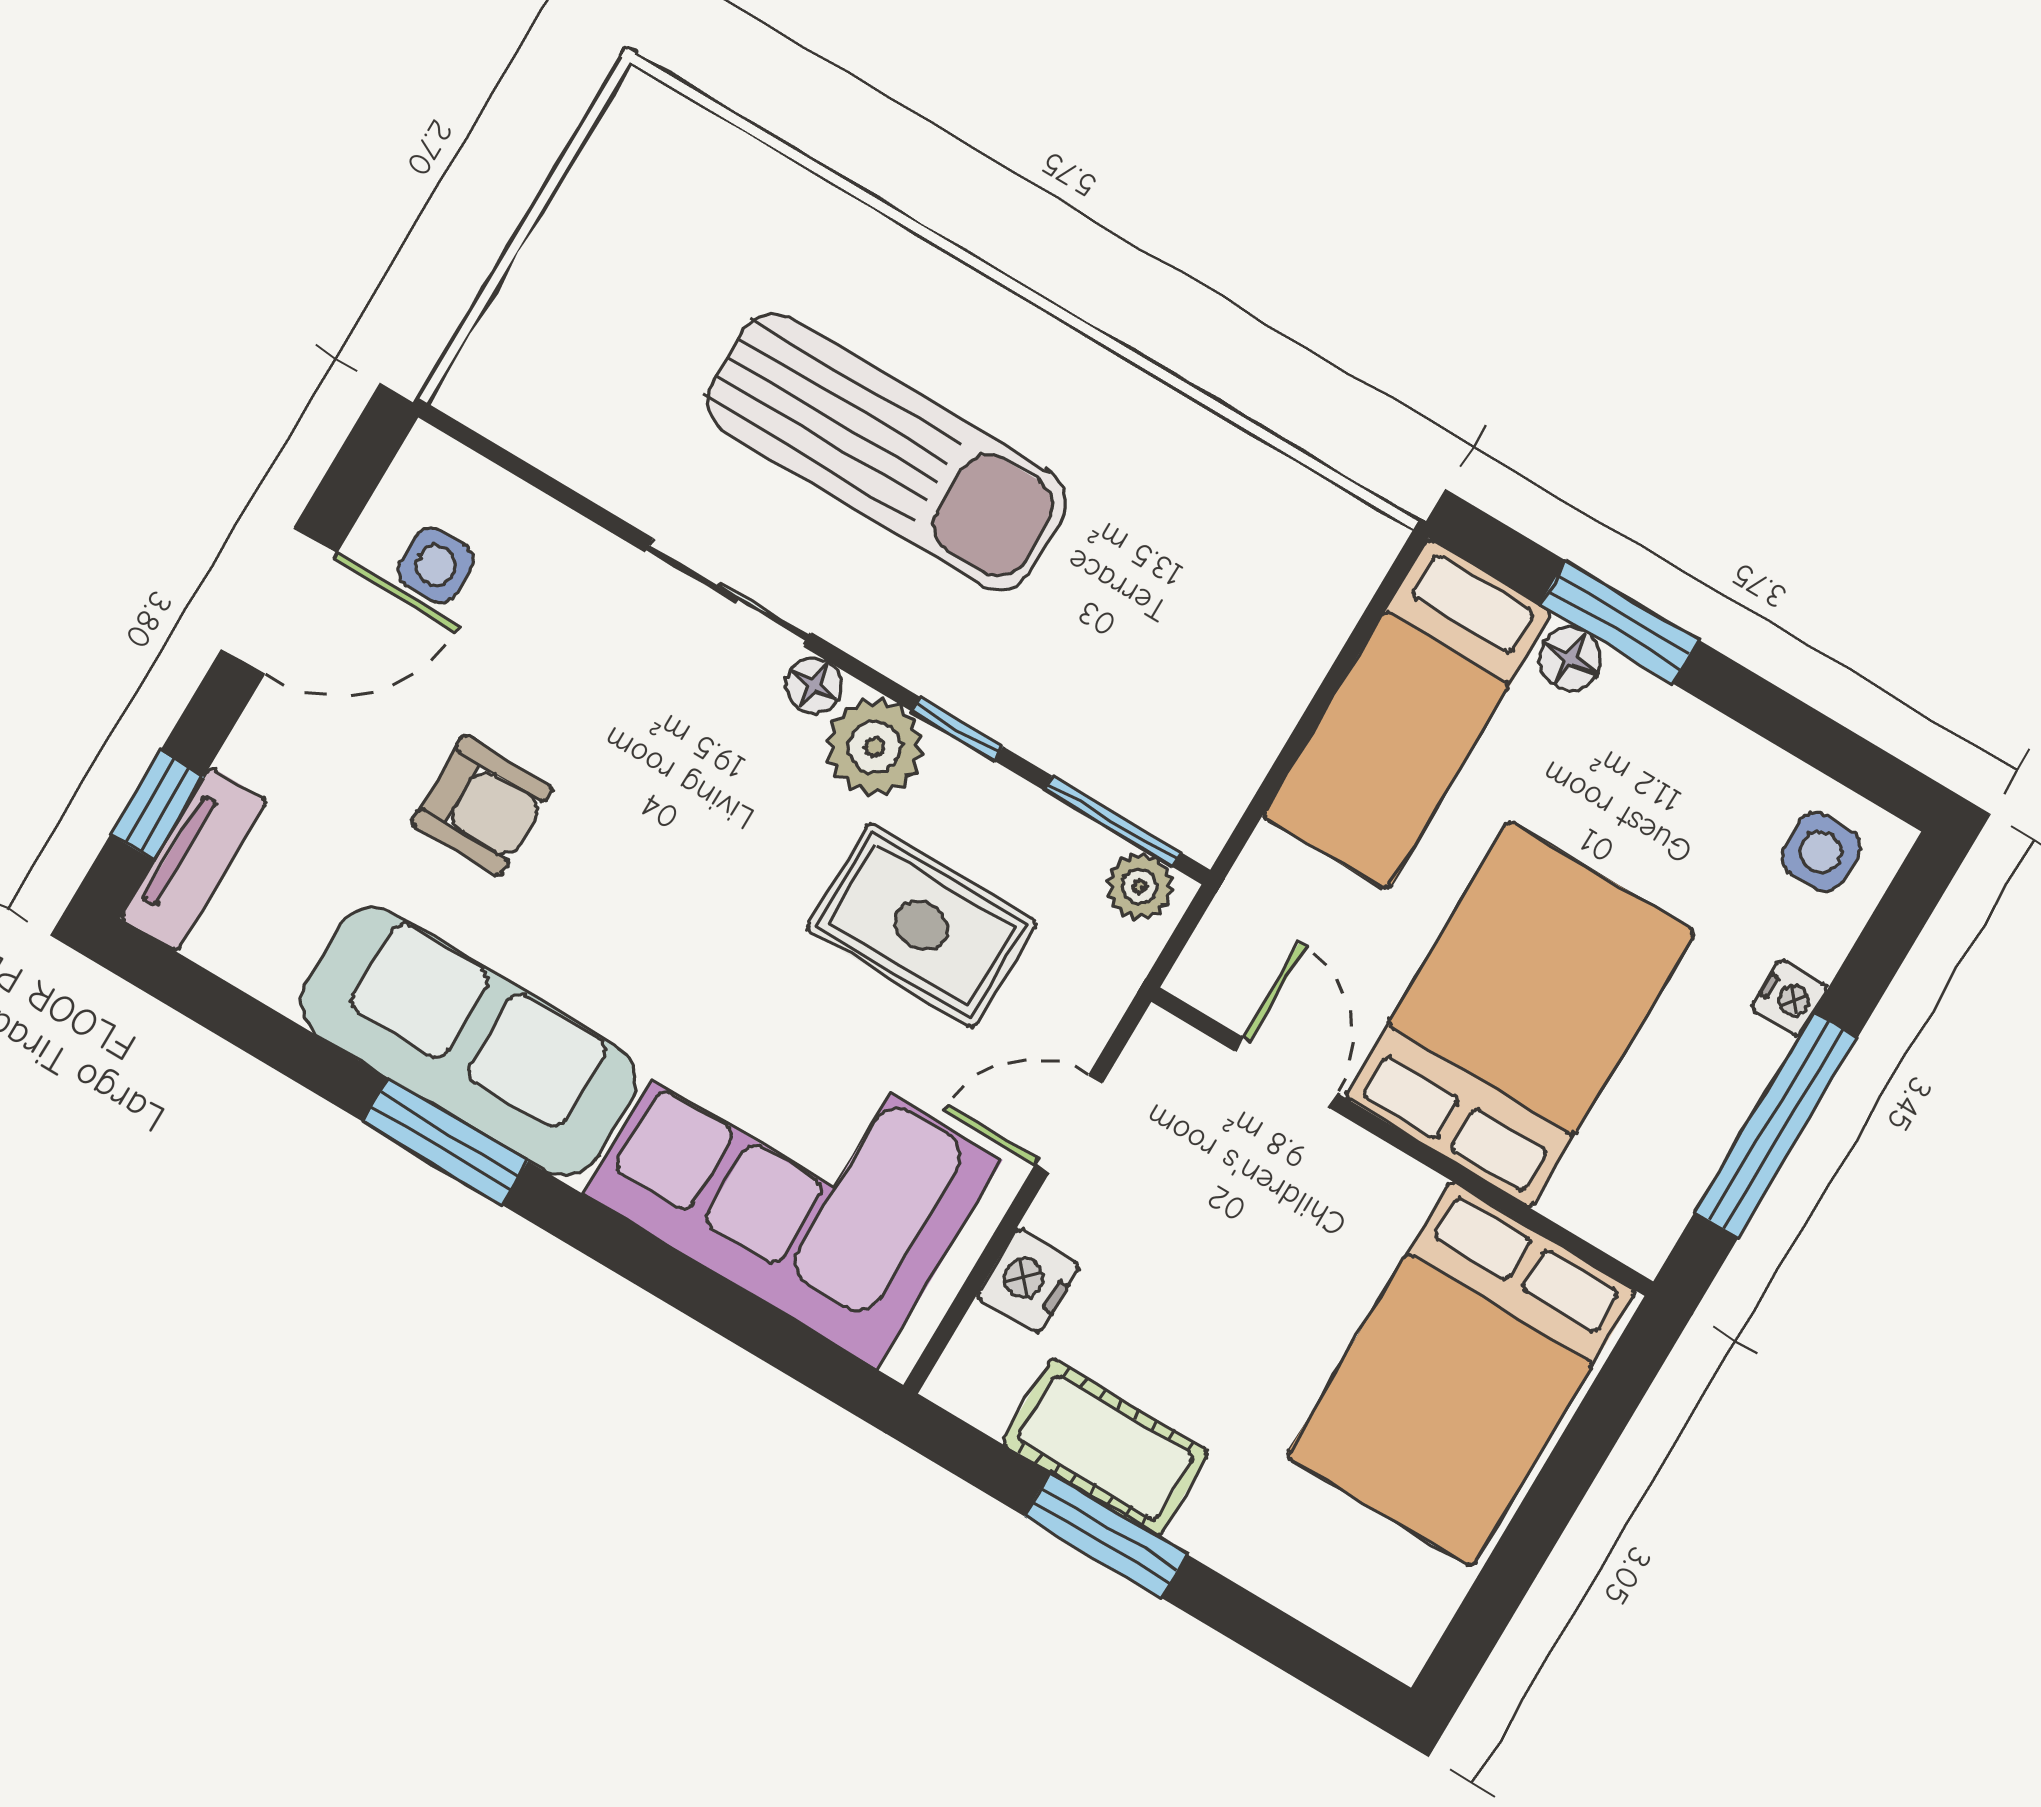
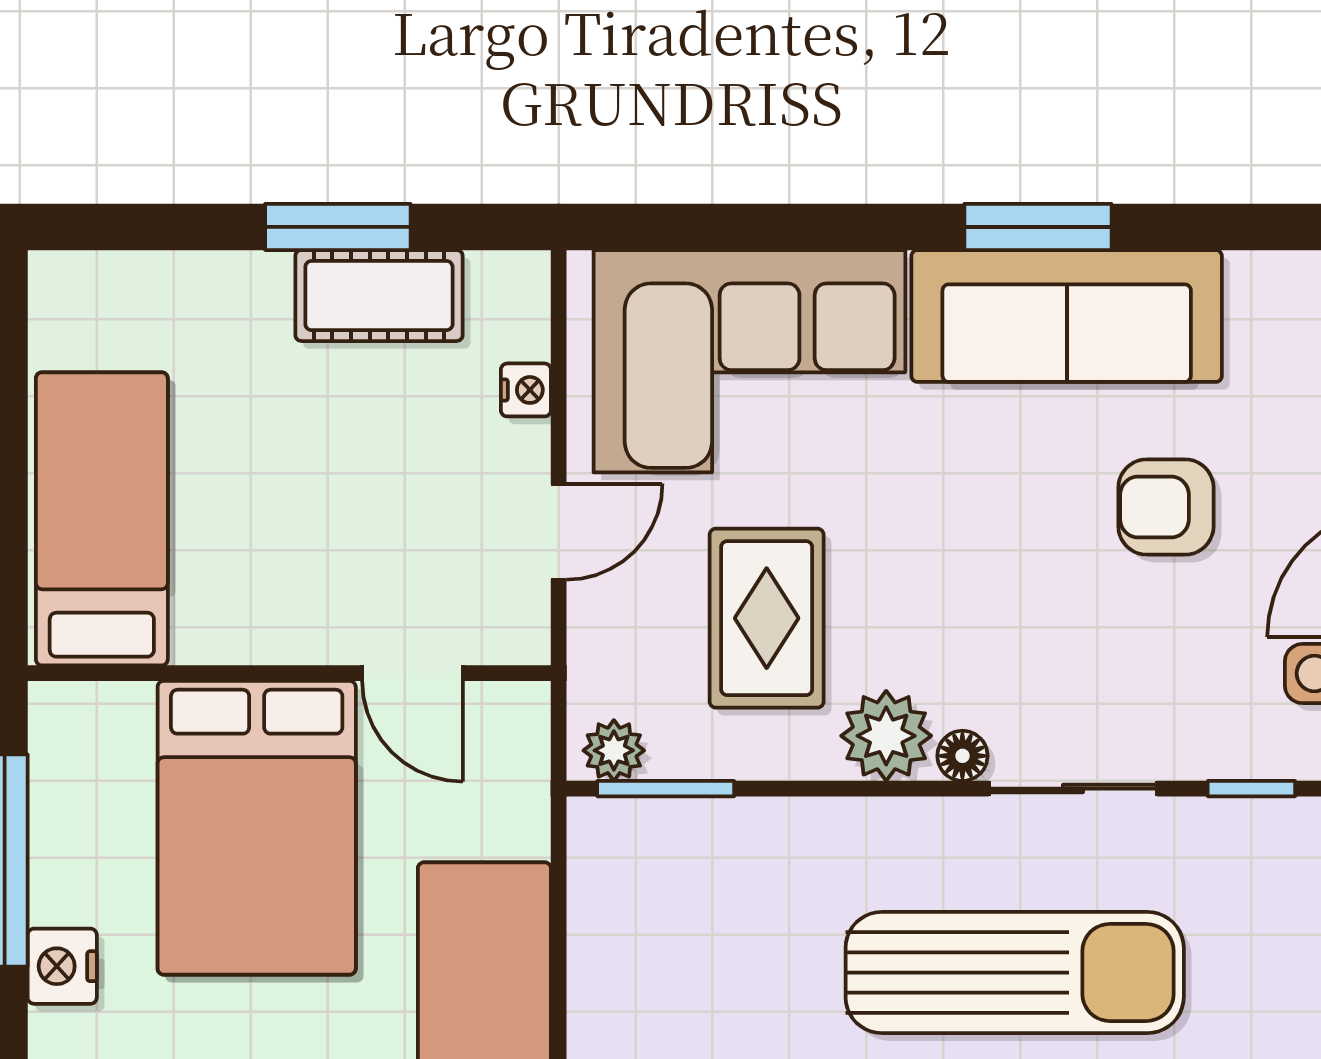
sun lounger: (887, 452) -> (1015, 973), turned 180
window: (957, 729) -> (1251, 789), moved
rug: (921, 925) -> (767, 618), turned 90
nightstand: (1790, 998) -> (62, 966), width x1.39, depth x1.35
nightstand: (1028, 1281) -> (526, 390), width x0.72, depth x0.74
bed: (1461, 1374) -> (102, 519), width x0.67

